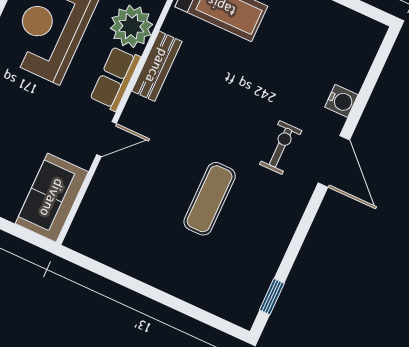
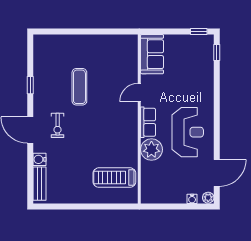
bench: (157, 66) -> (39, 184), moved
window: (272, 297) -> (30, 85), moved

